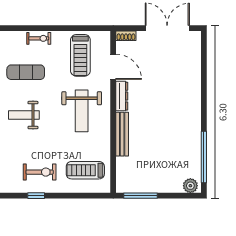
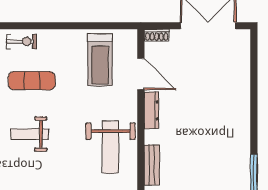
exercise bike: (39, 38) -> (21, 41), moved
weight bench: (82, 111) -> (111, 147), moved
bench: (122, 134) -> (152, 165), width x0.73

